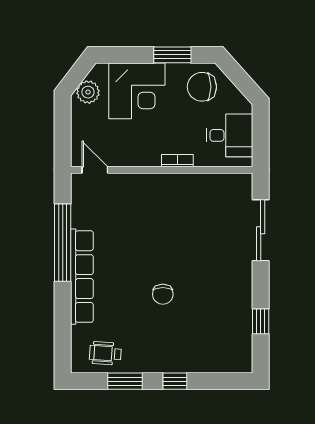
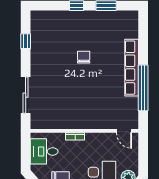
wheelchair: (105, 353) -> (118, 22), removed

